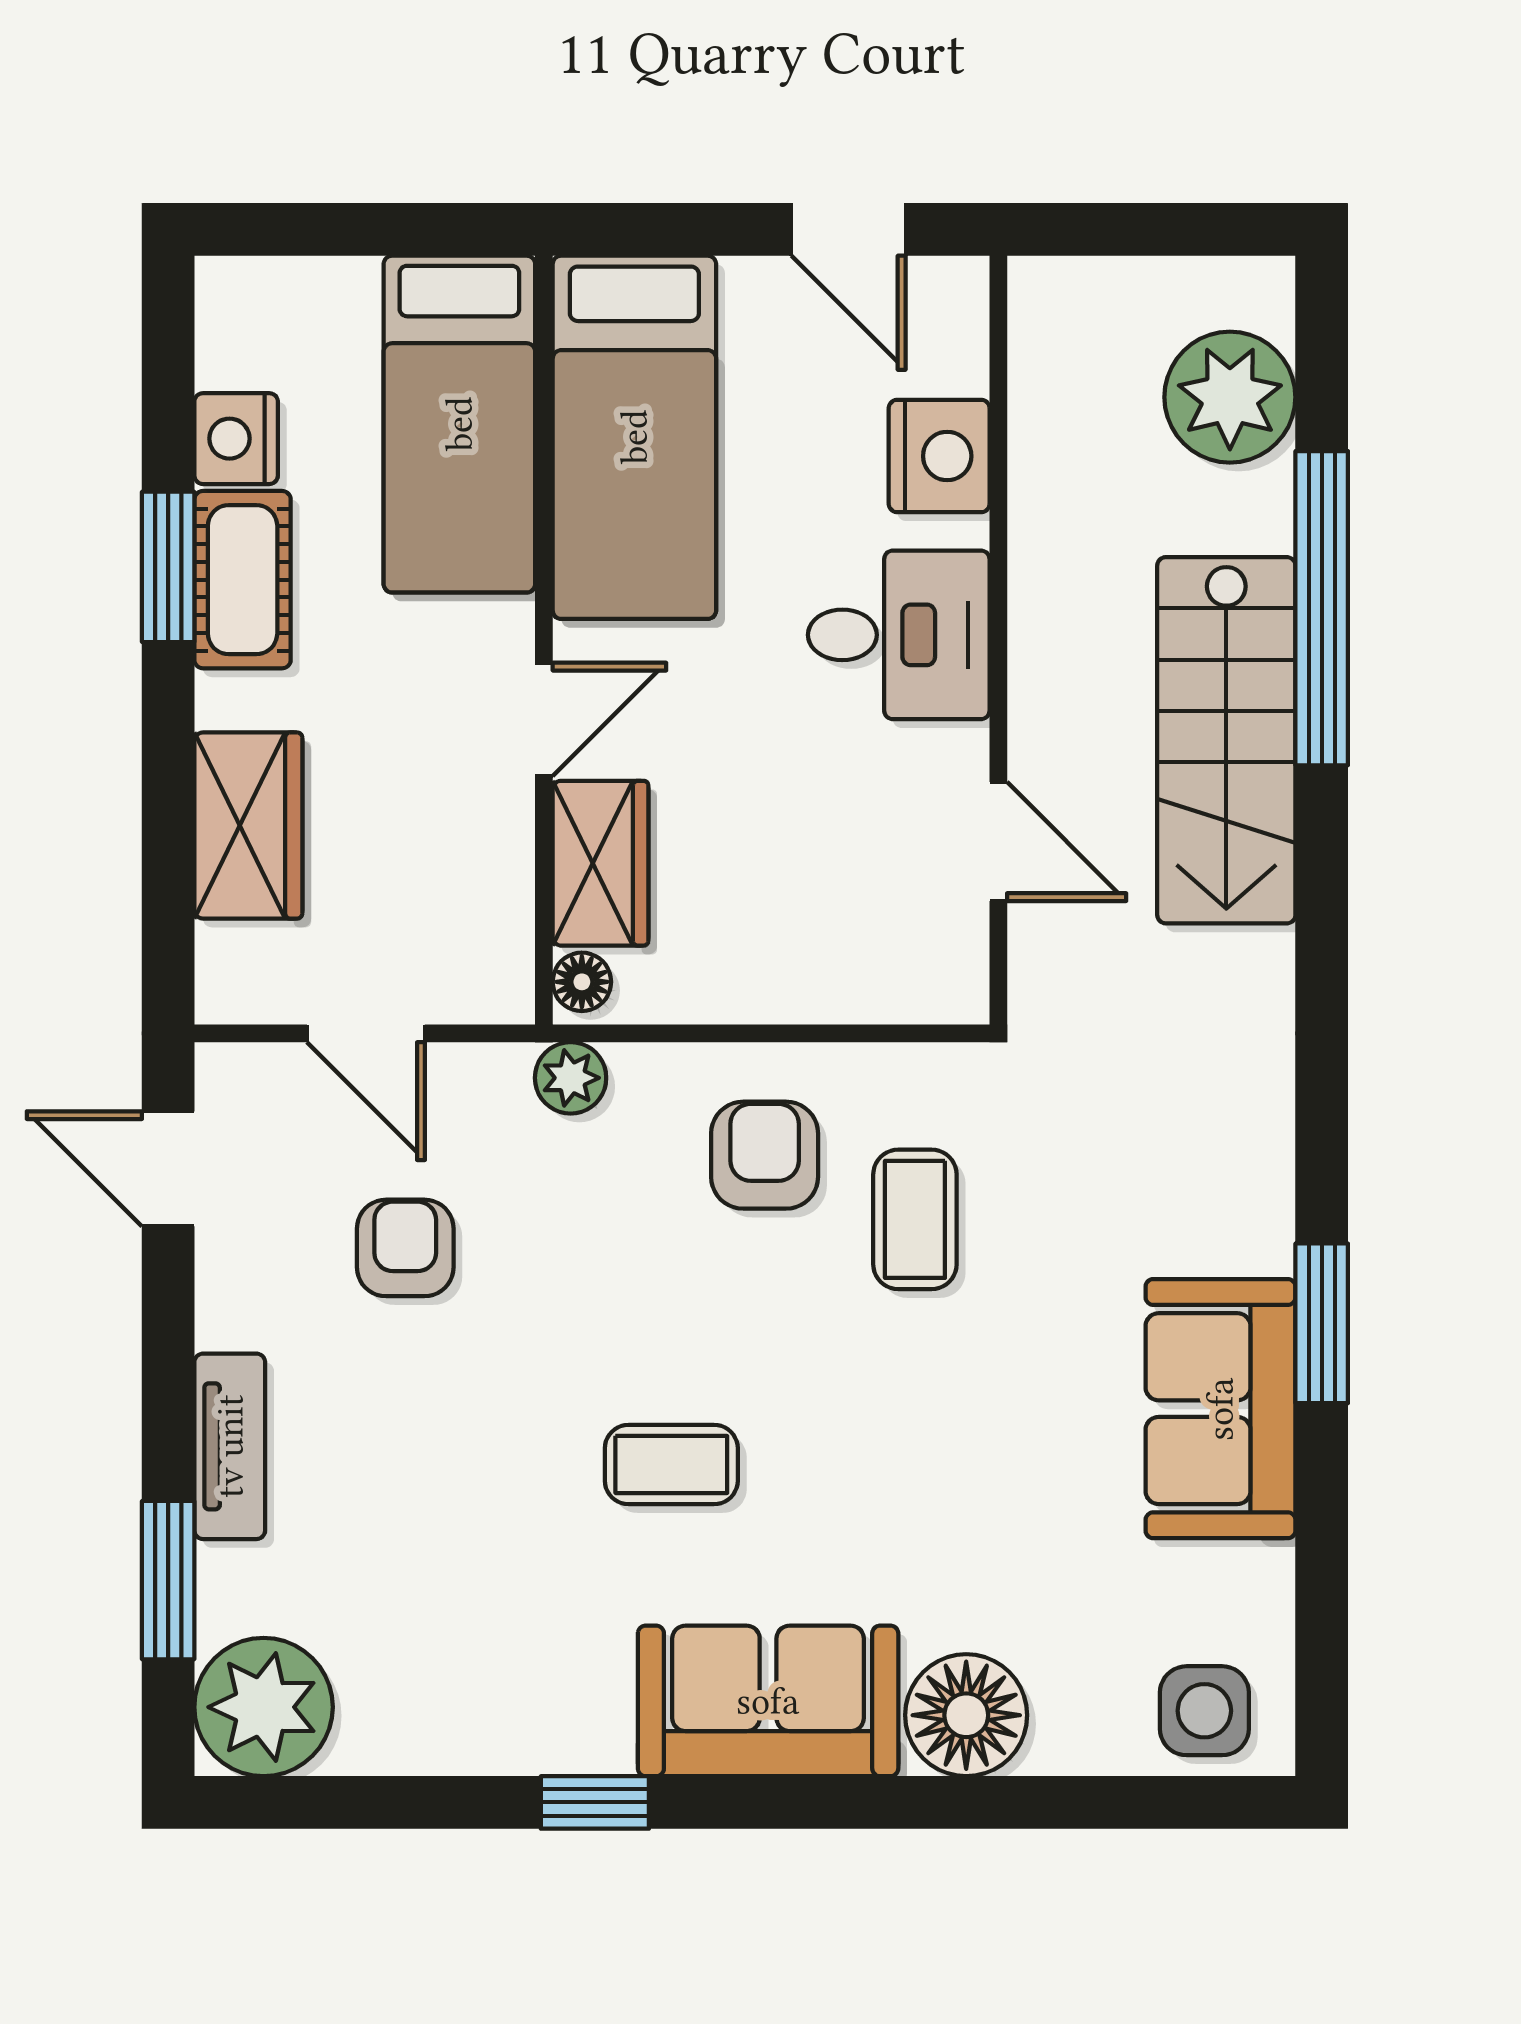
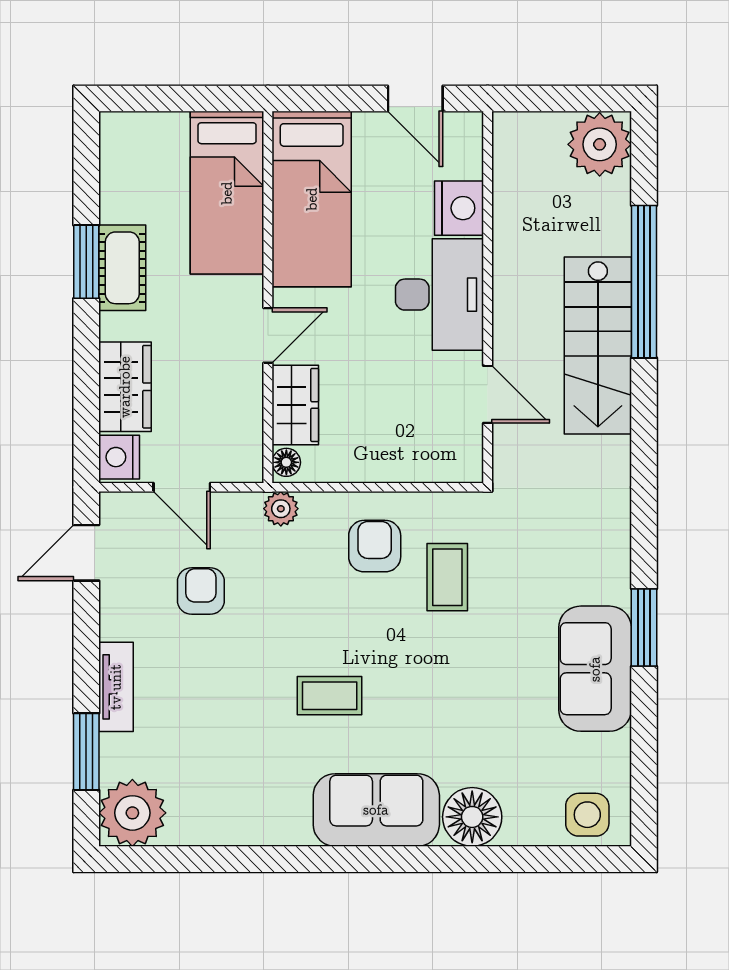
plant: (1230, 397) -> (600, 144), moved
nightstand: (236, 439) -> (119, 457), moved
desk: (899, 635) -> (439, 295), width x1.37
door: (168, 1169) -> (86, 553), hinge flipped
window: (595, 1802) -> (293, 859), removed

